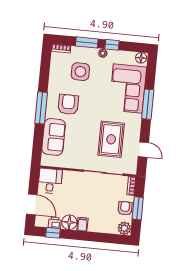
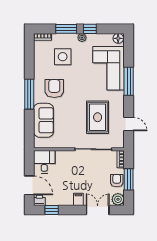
floor lamp: (69, 222) -> (66, 199), removed
printer: (55, 223) -> (39, 200), moved
double door: (102, 237) -> (98, 210), added

